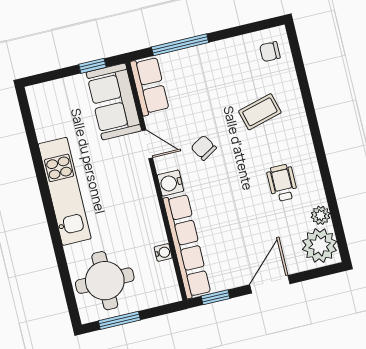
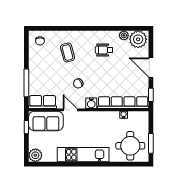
plant: (41, 97) -> (35, 155), added
door: (147, 144) -> (70, 110), hinge flipped

